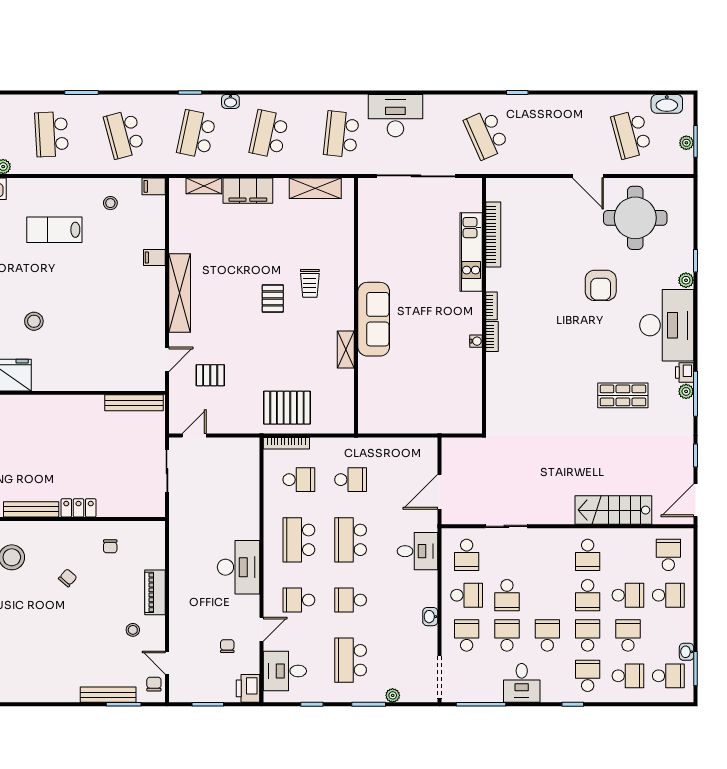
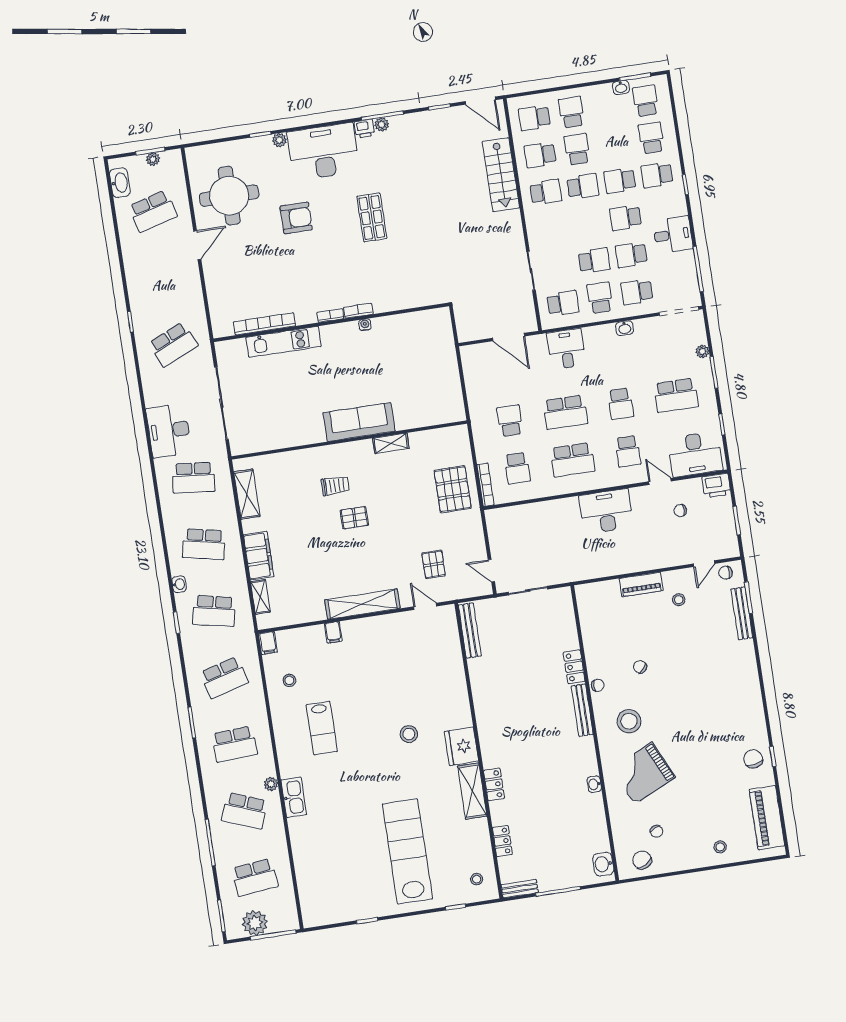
shop shelf: (623, 395) -> (372, 217), moved
school desk: (299, 480) -> (517, 468), turned 180
chair: (110, 546) -> (598, 685), moved
school desk: (628, 636) -> (540, 155), moved
desk: (285, 671) -> (695, 454), width x1.37

